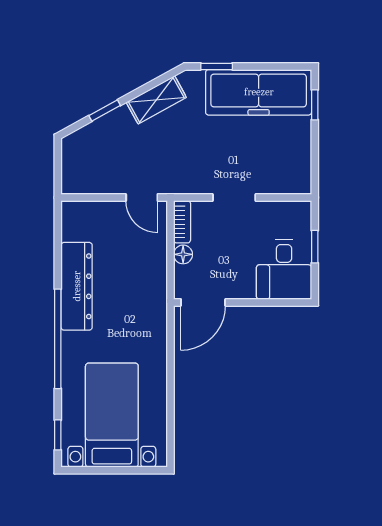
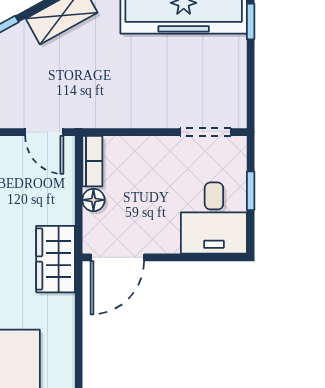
doorway: (234, 198) -> (205, 132), moved
wardrobe: (151, 304) -> (55, 259), added

